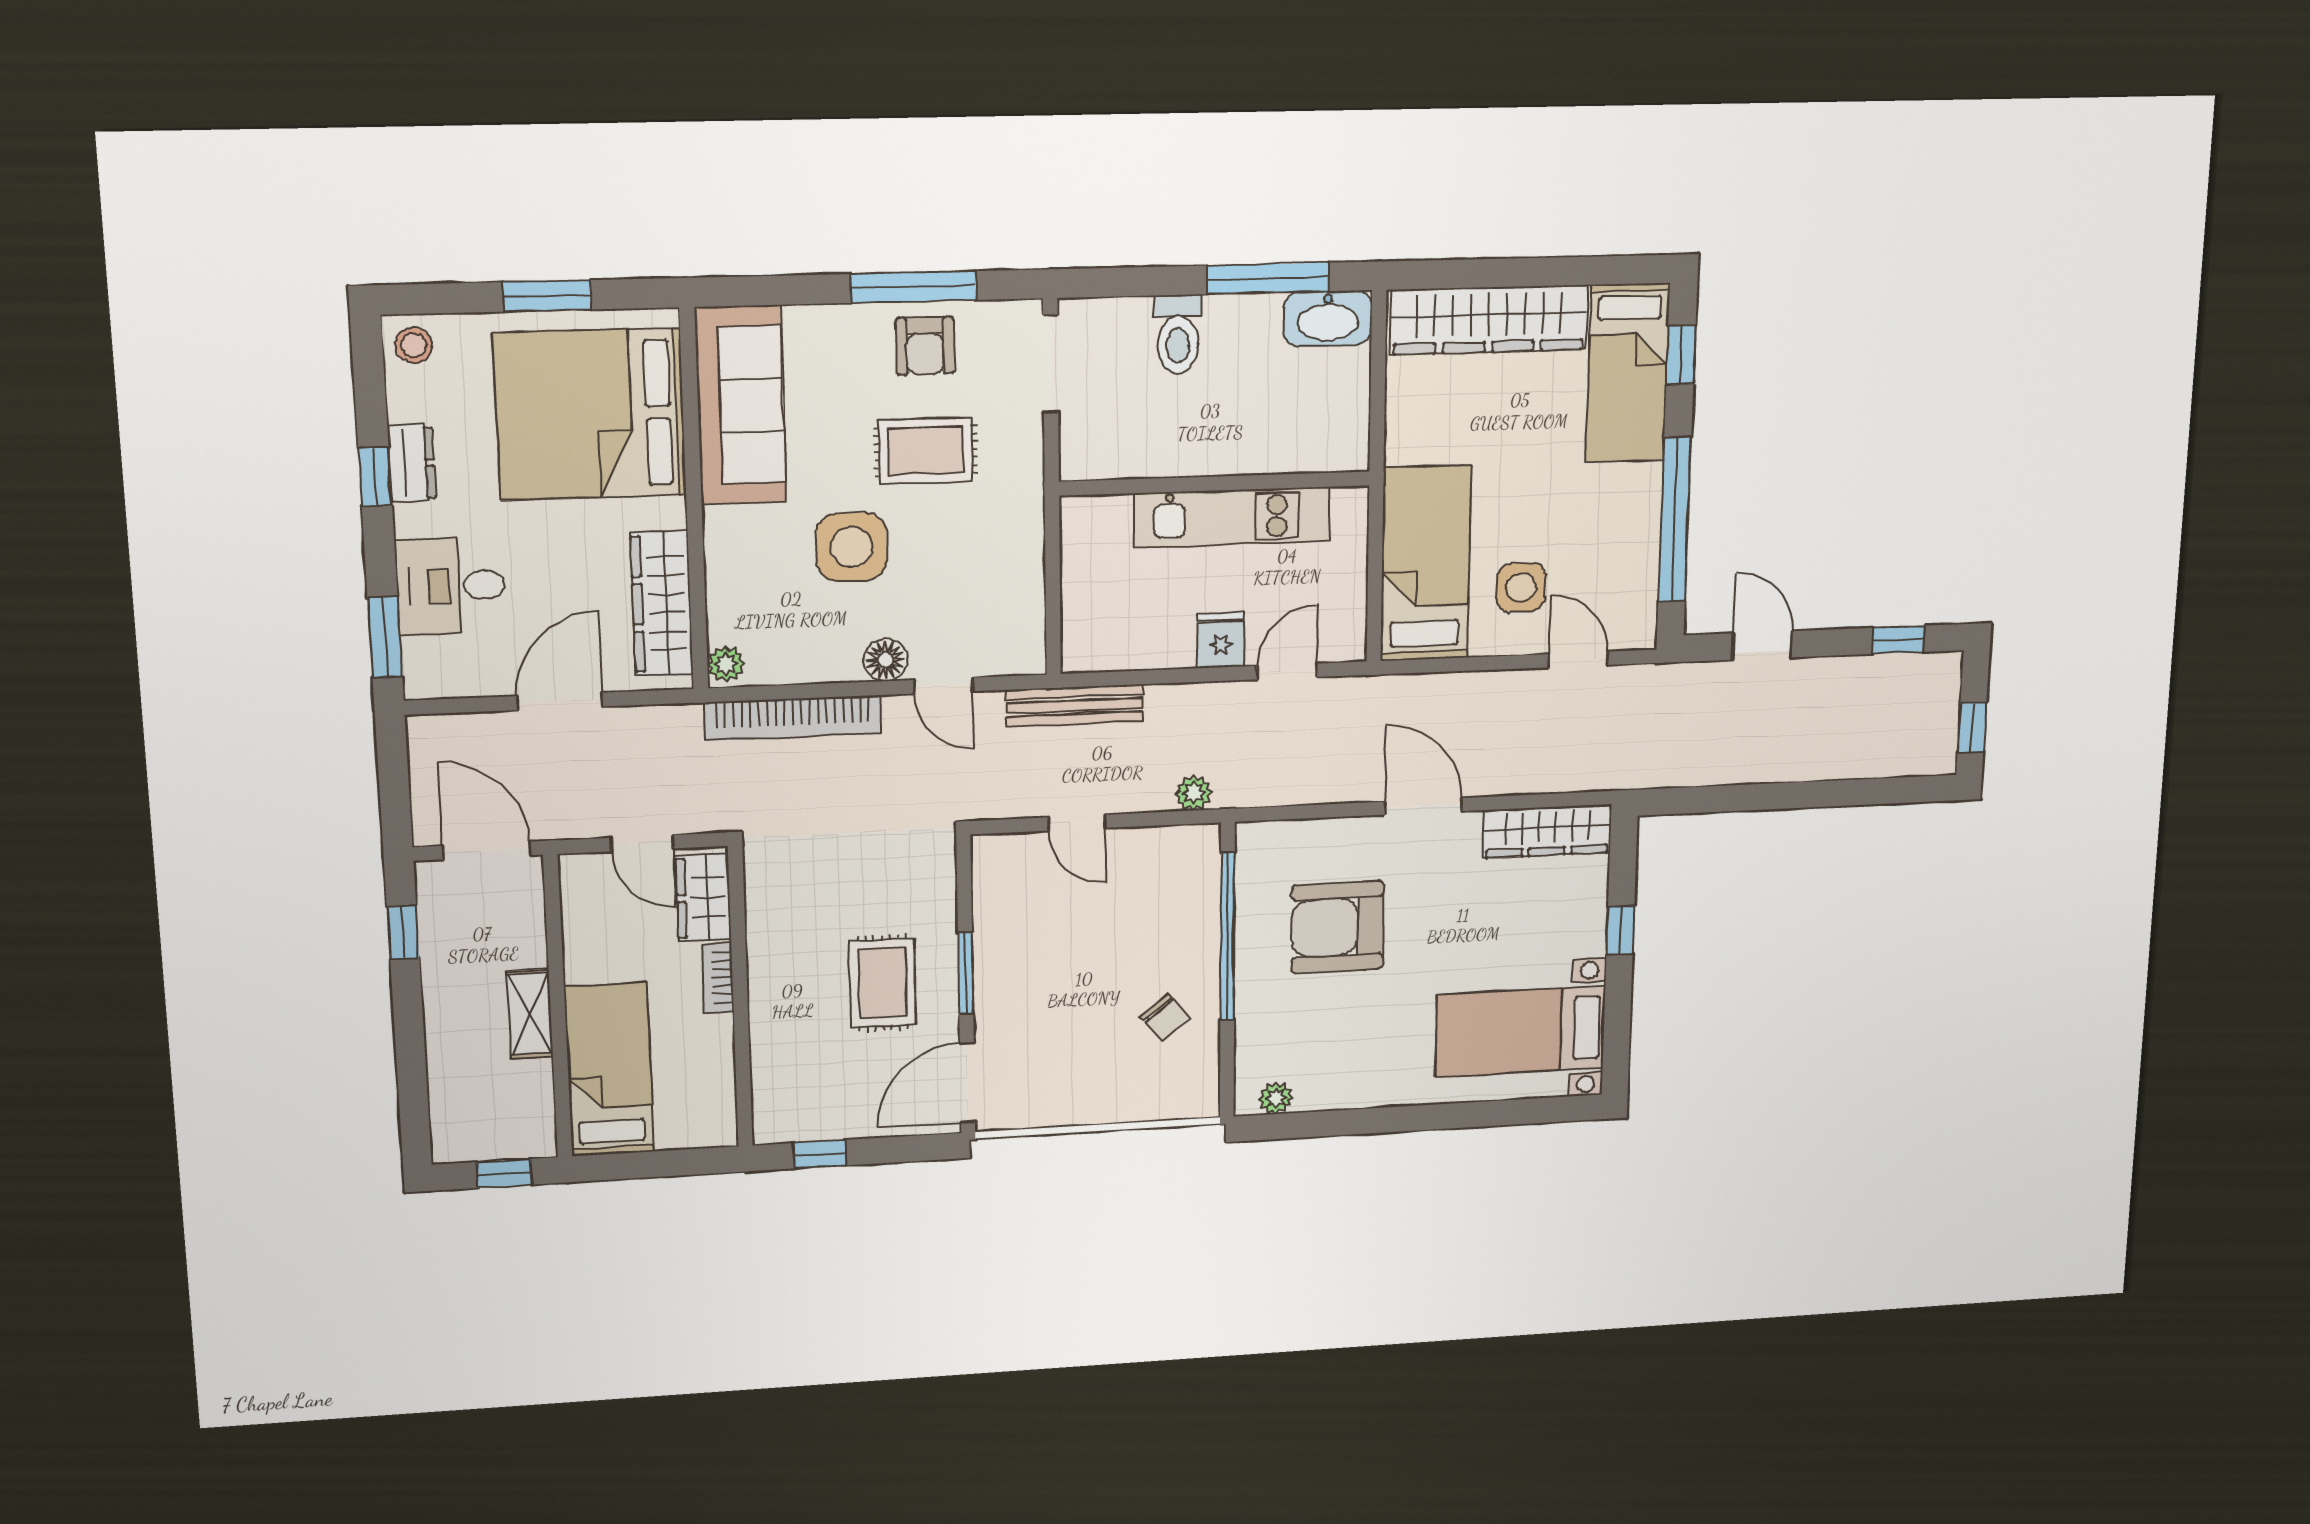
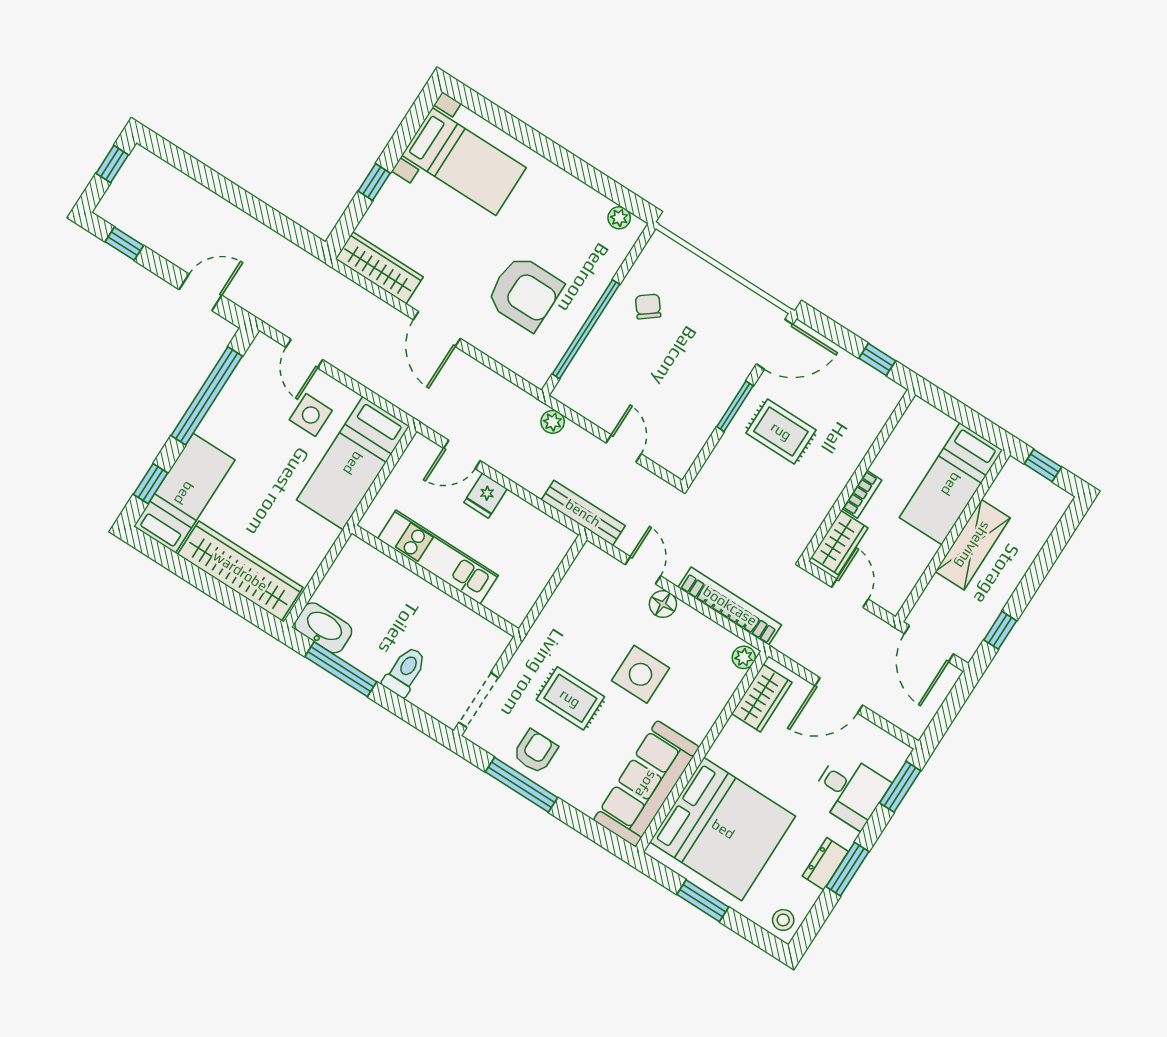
window: (375, 477) -> (847, 869), width x1.50
wardrobe: (662, 603) -> (762, 698), width x0.67
door: (1762, 645) -> (200, 292), swing flipped
rug: (883, 983) -> (781, 431), turned 90
shelving: (530, 1014) -> (973, 545), width x1.50, depth x1.33

